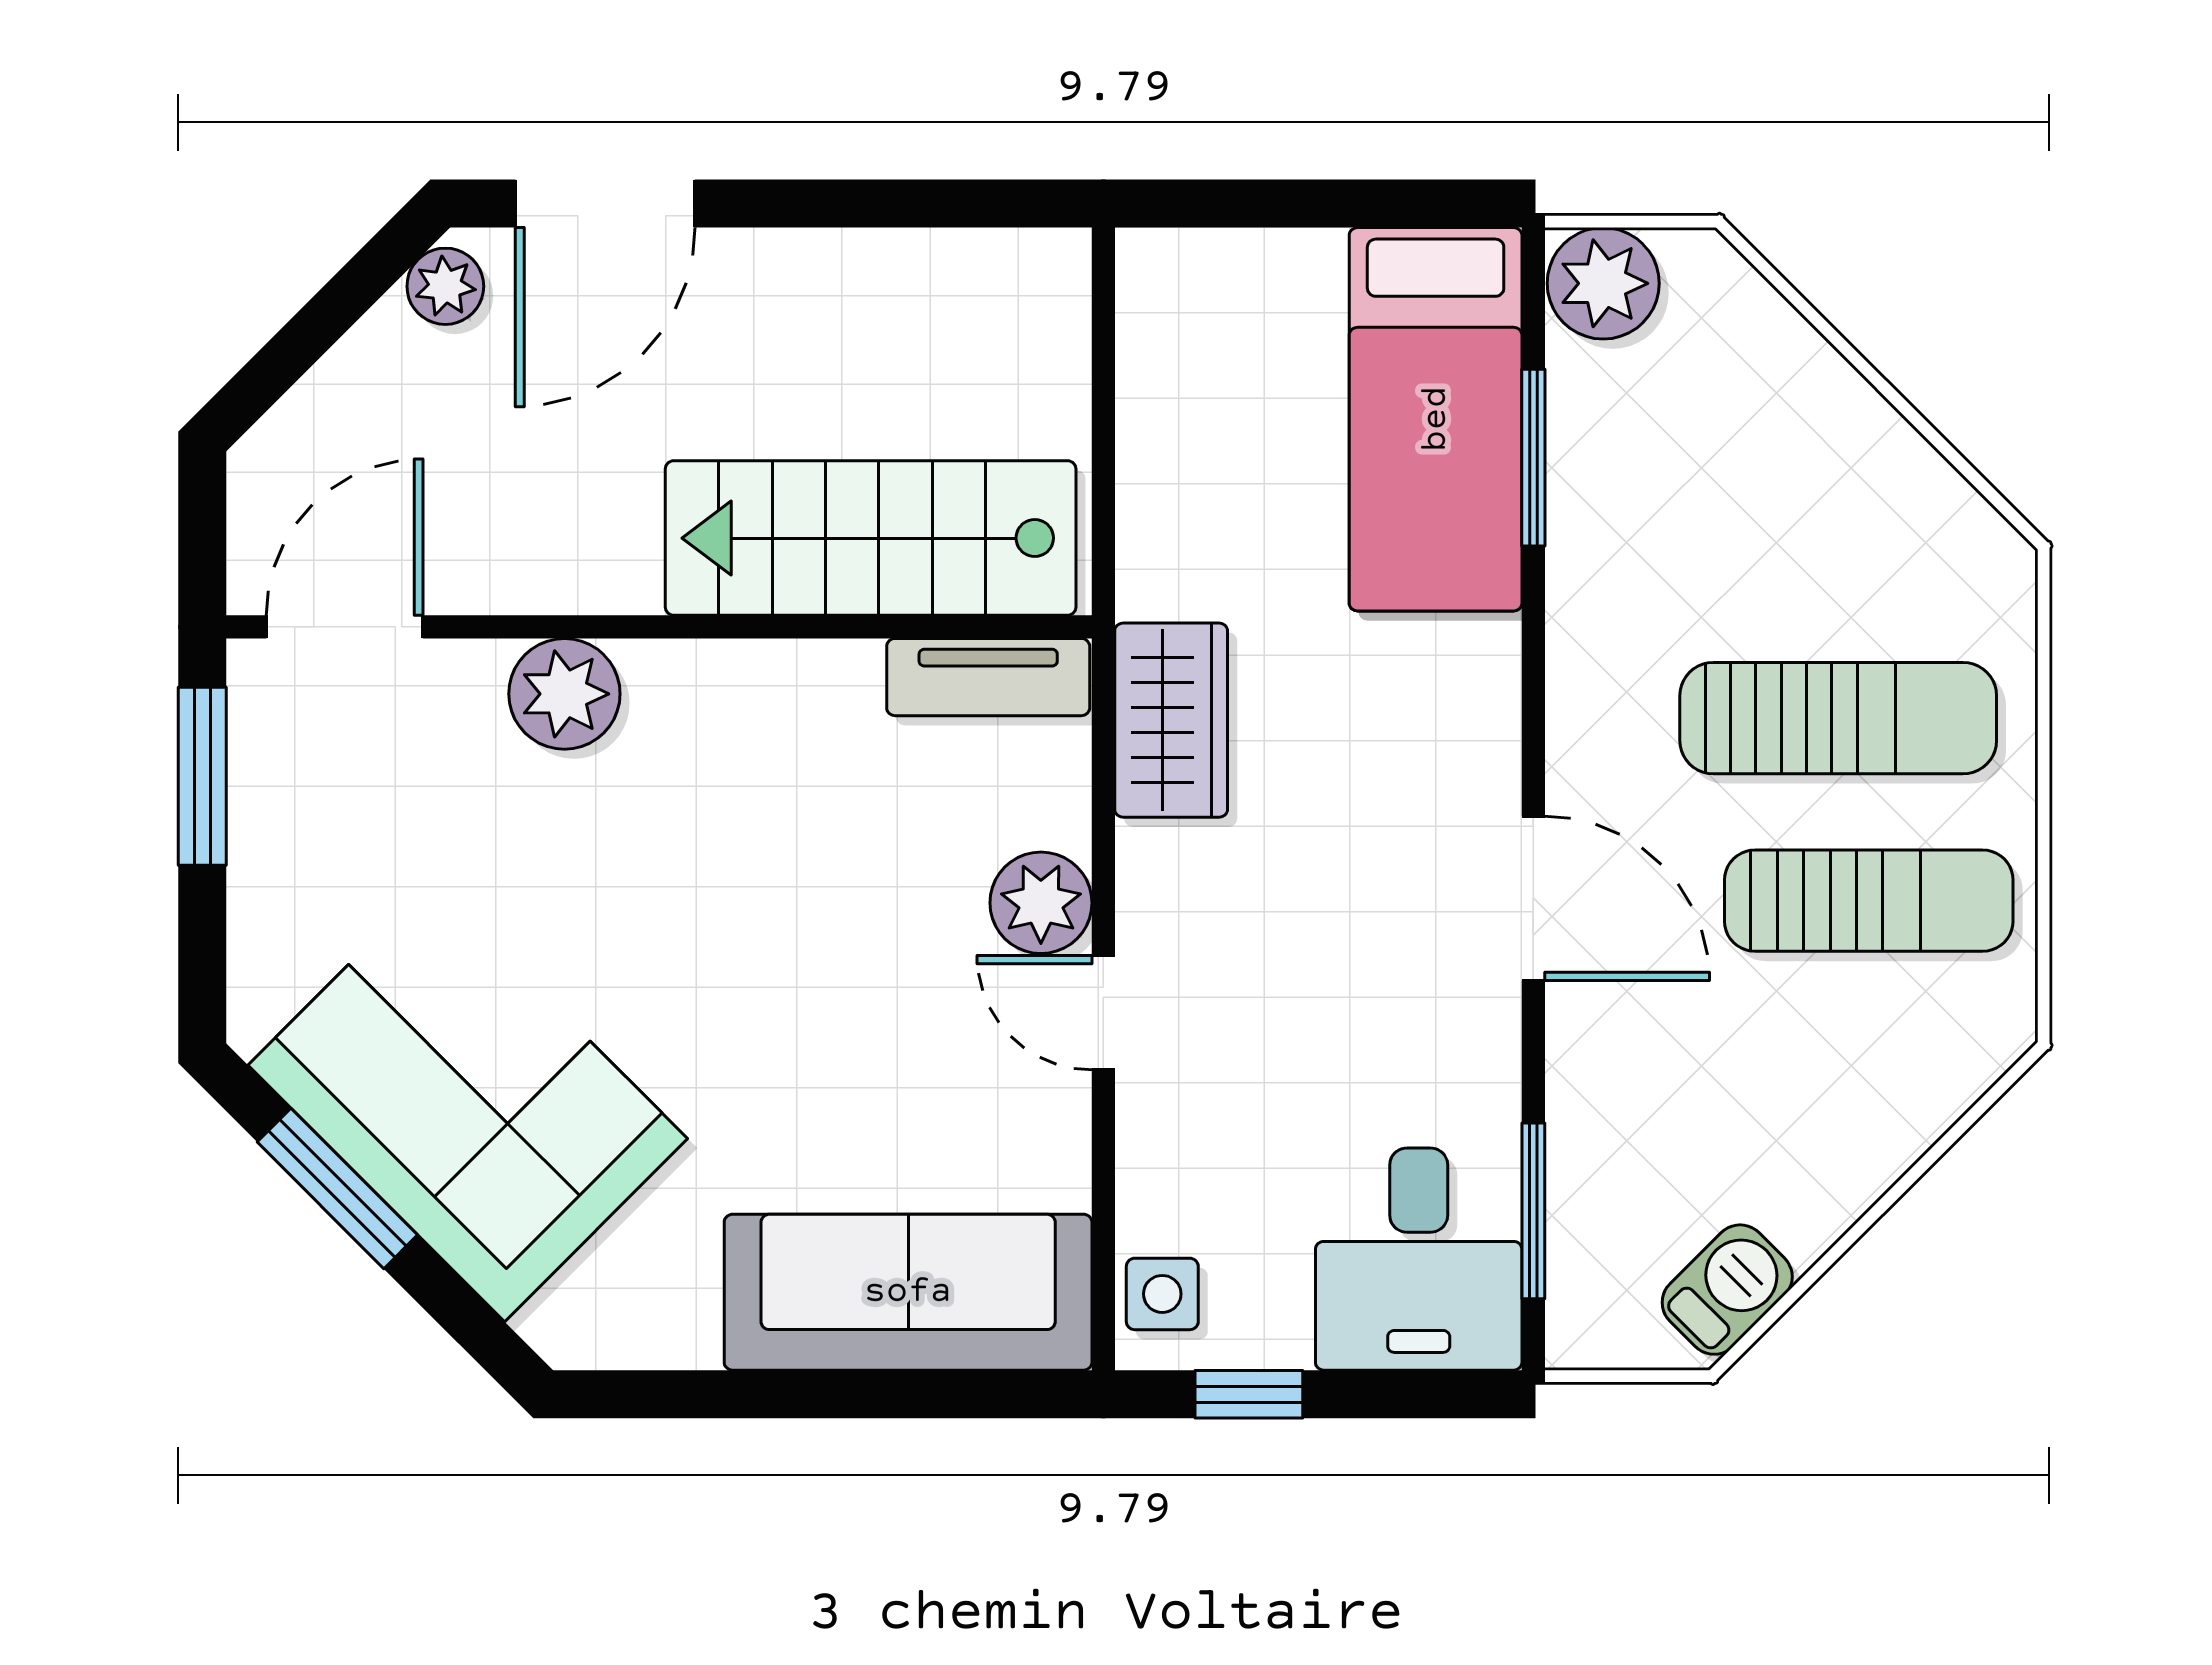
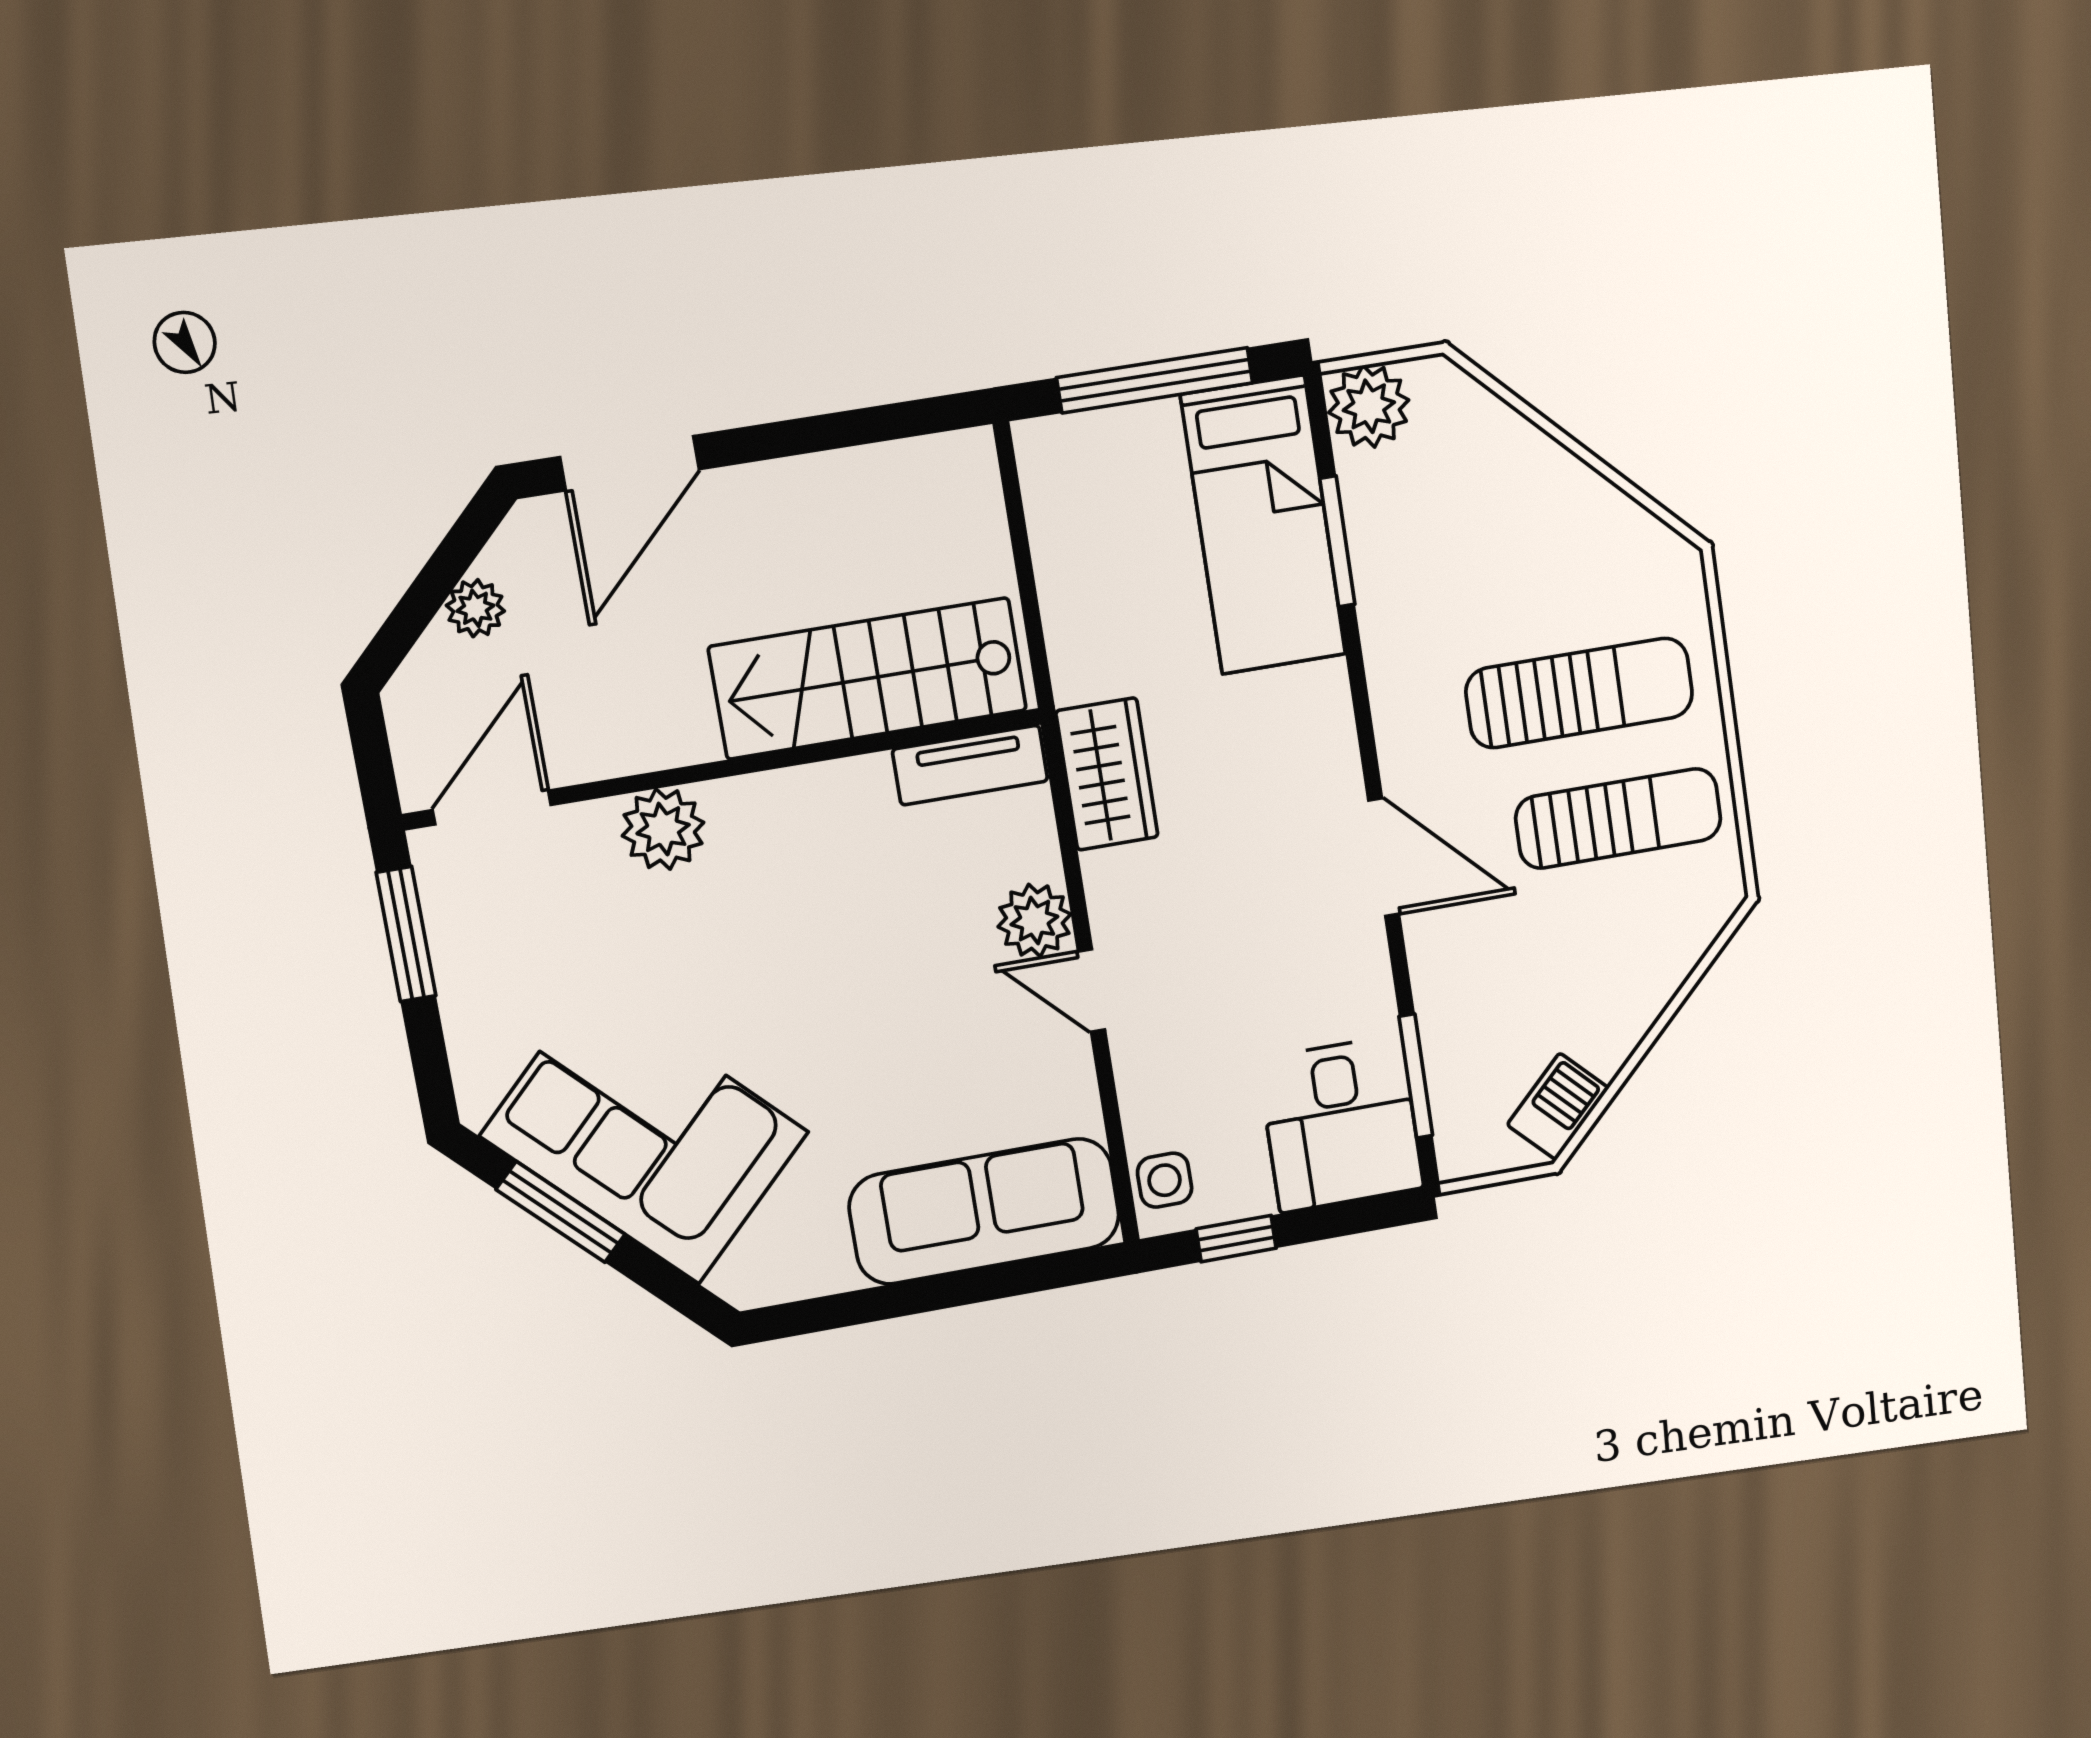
window: (1318, 204) -> (1155, 380), added
plant: (445, 286) -> (475, 608), moved

